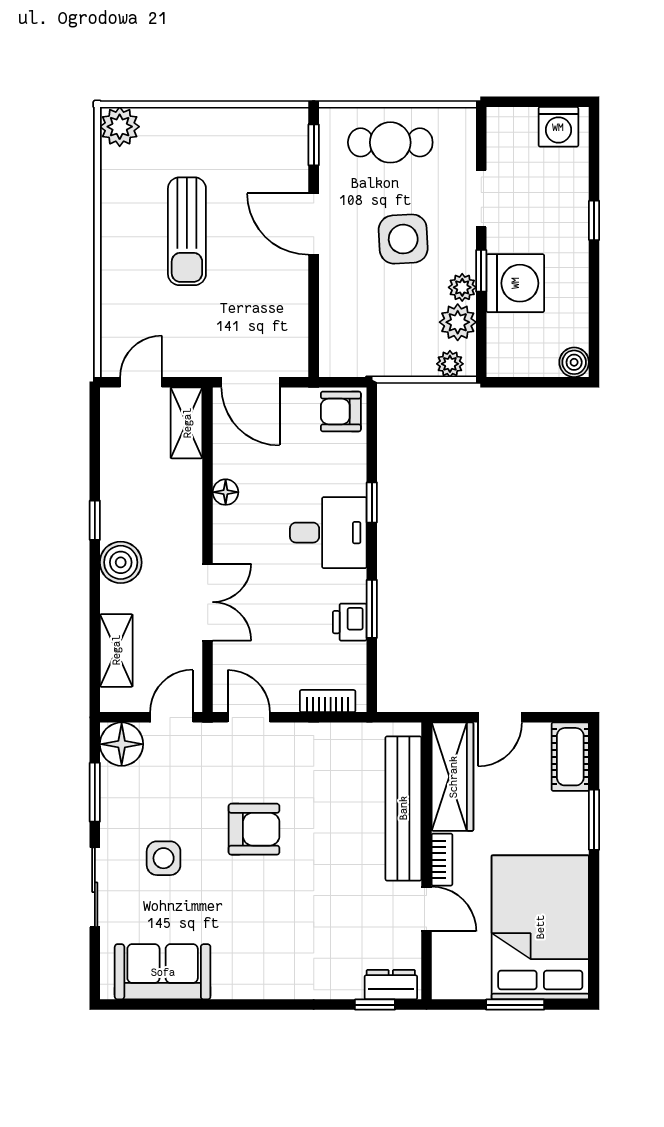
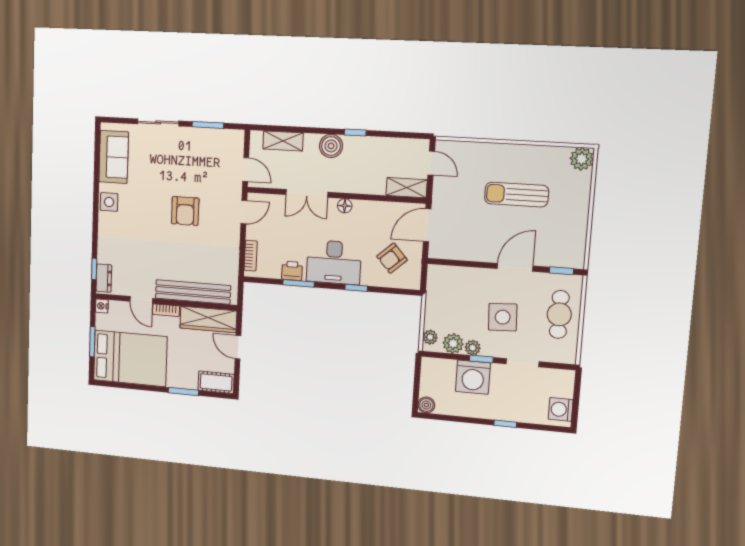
armchair: (341, 411) -> (392, 258), moved, turned -132
floor lamp: (226, 492) -> (345, 206), moved
desk: (328, 533) -> (334, 262), width x1.37
floor lamp: (122, 744) -> (233, 141), removed
side table: (164, 858) -> (109, 202), moved
door: (426, 909) -> (141, 300), hinge flipped
nightstand: (445, 987) -> (102, 306), added

